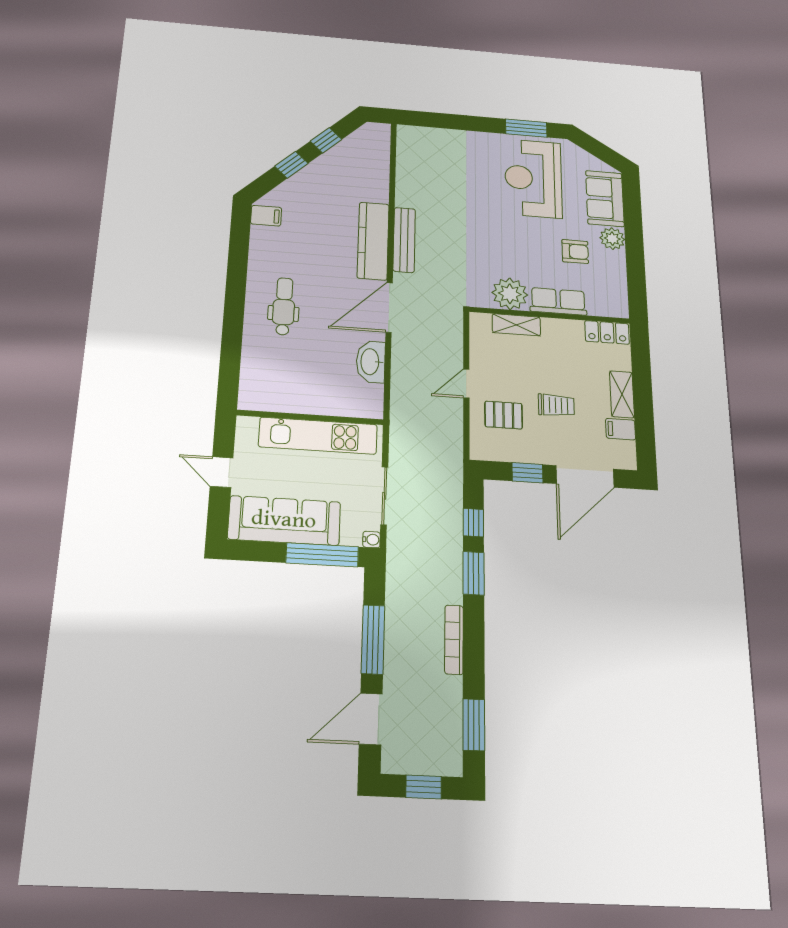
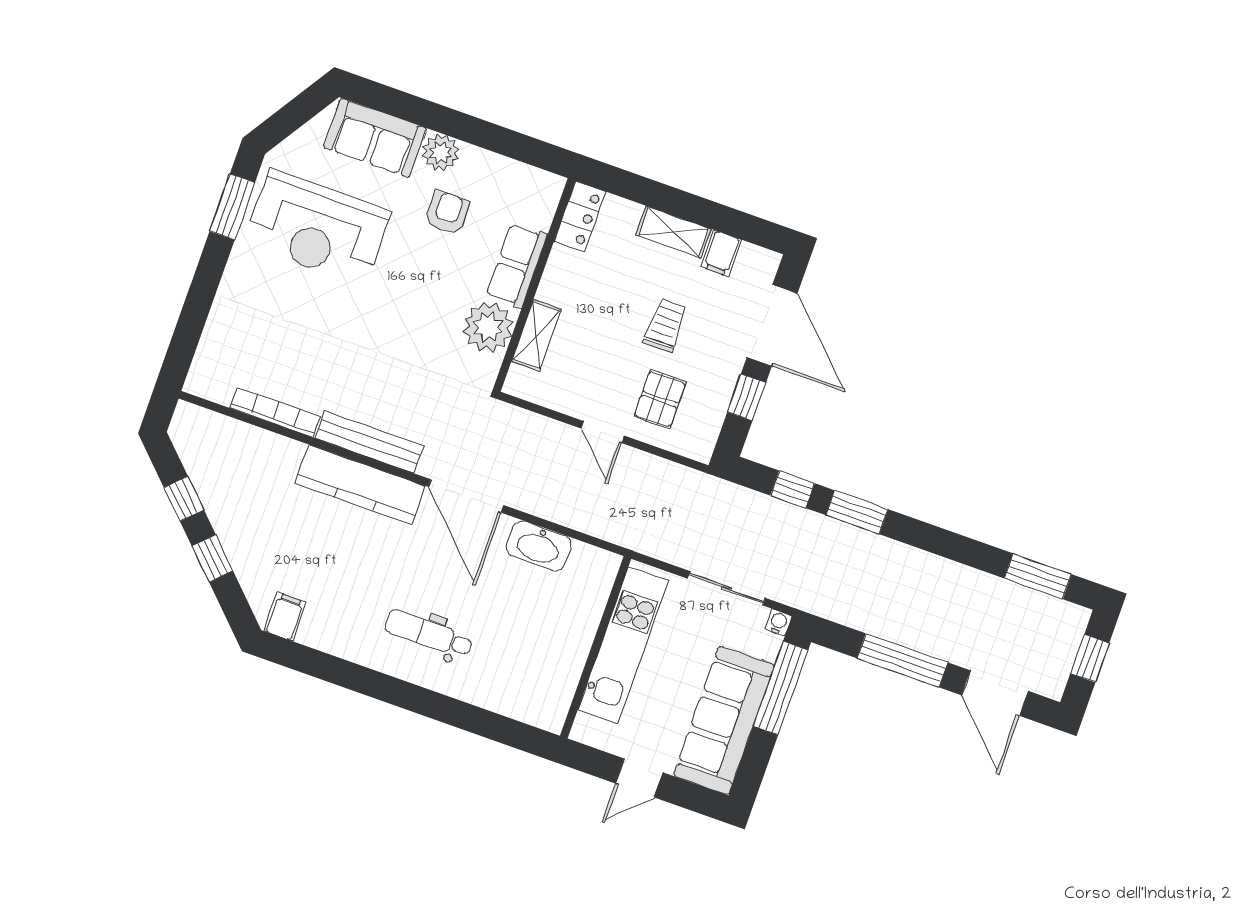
bookcase: (454, 640) -> (275, 412), moved, turned 180

